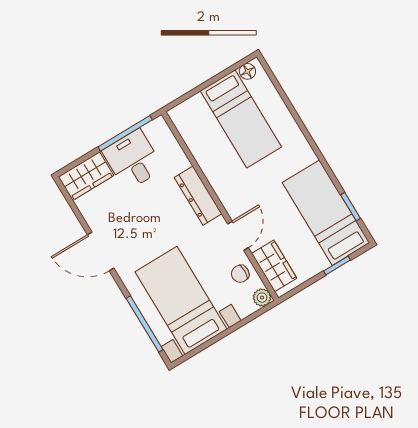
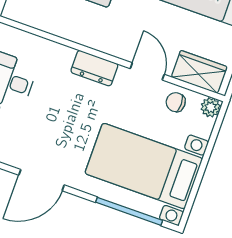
dresser: (198, 196) -> (94, 68), width x0.70
chair: (240, 274) -> (176, 102), turned 89

